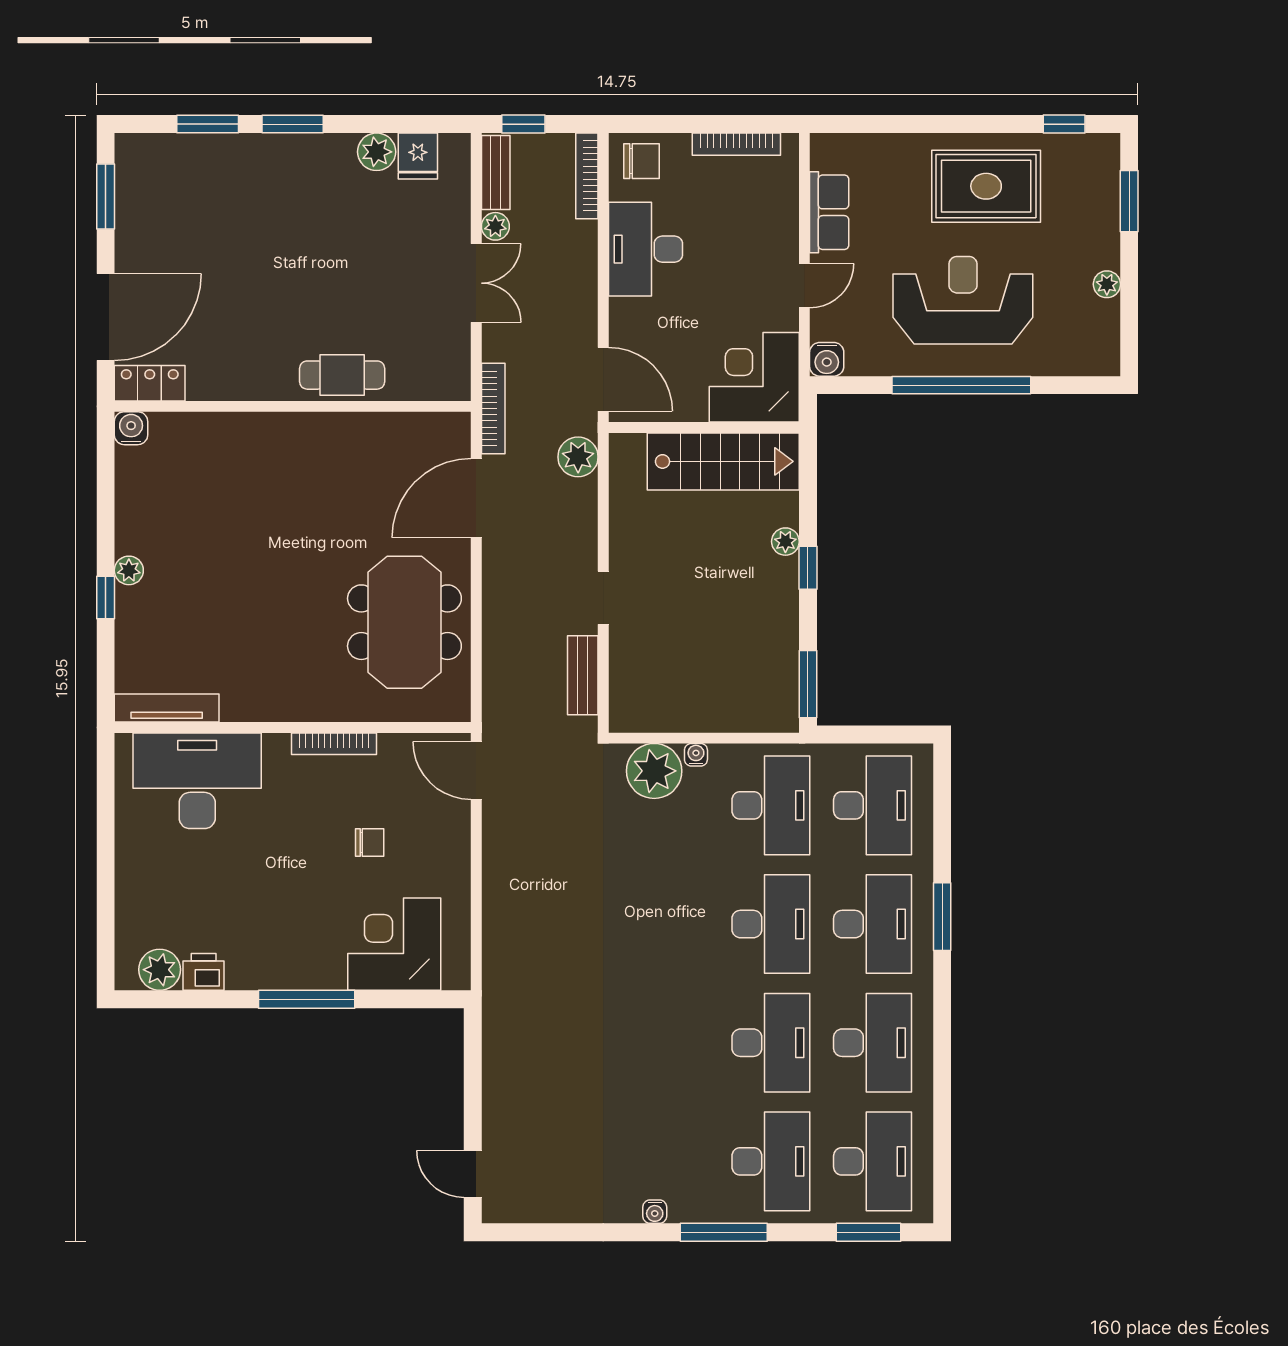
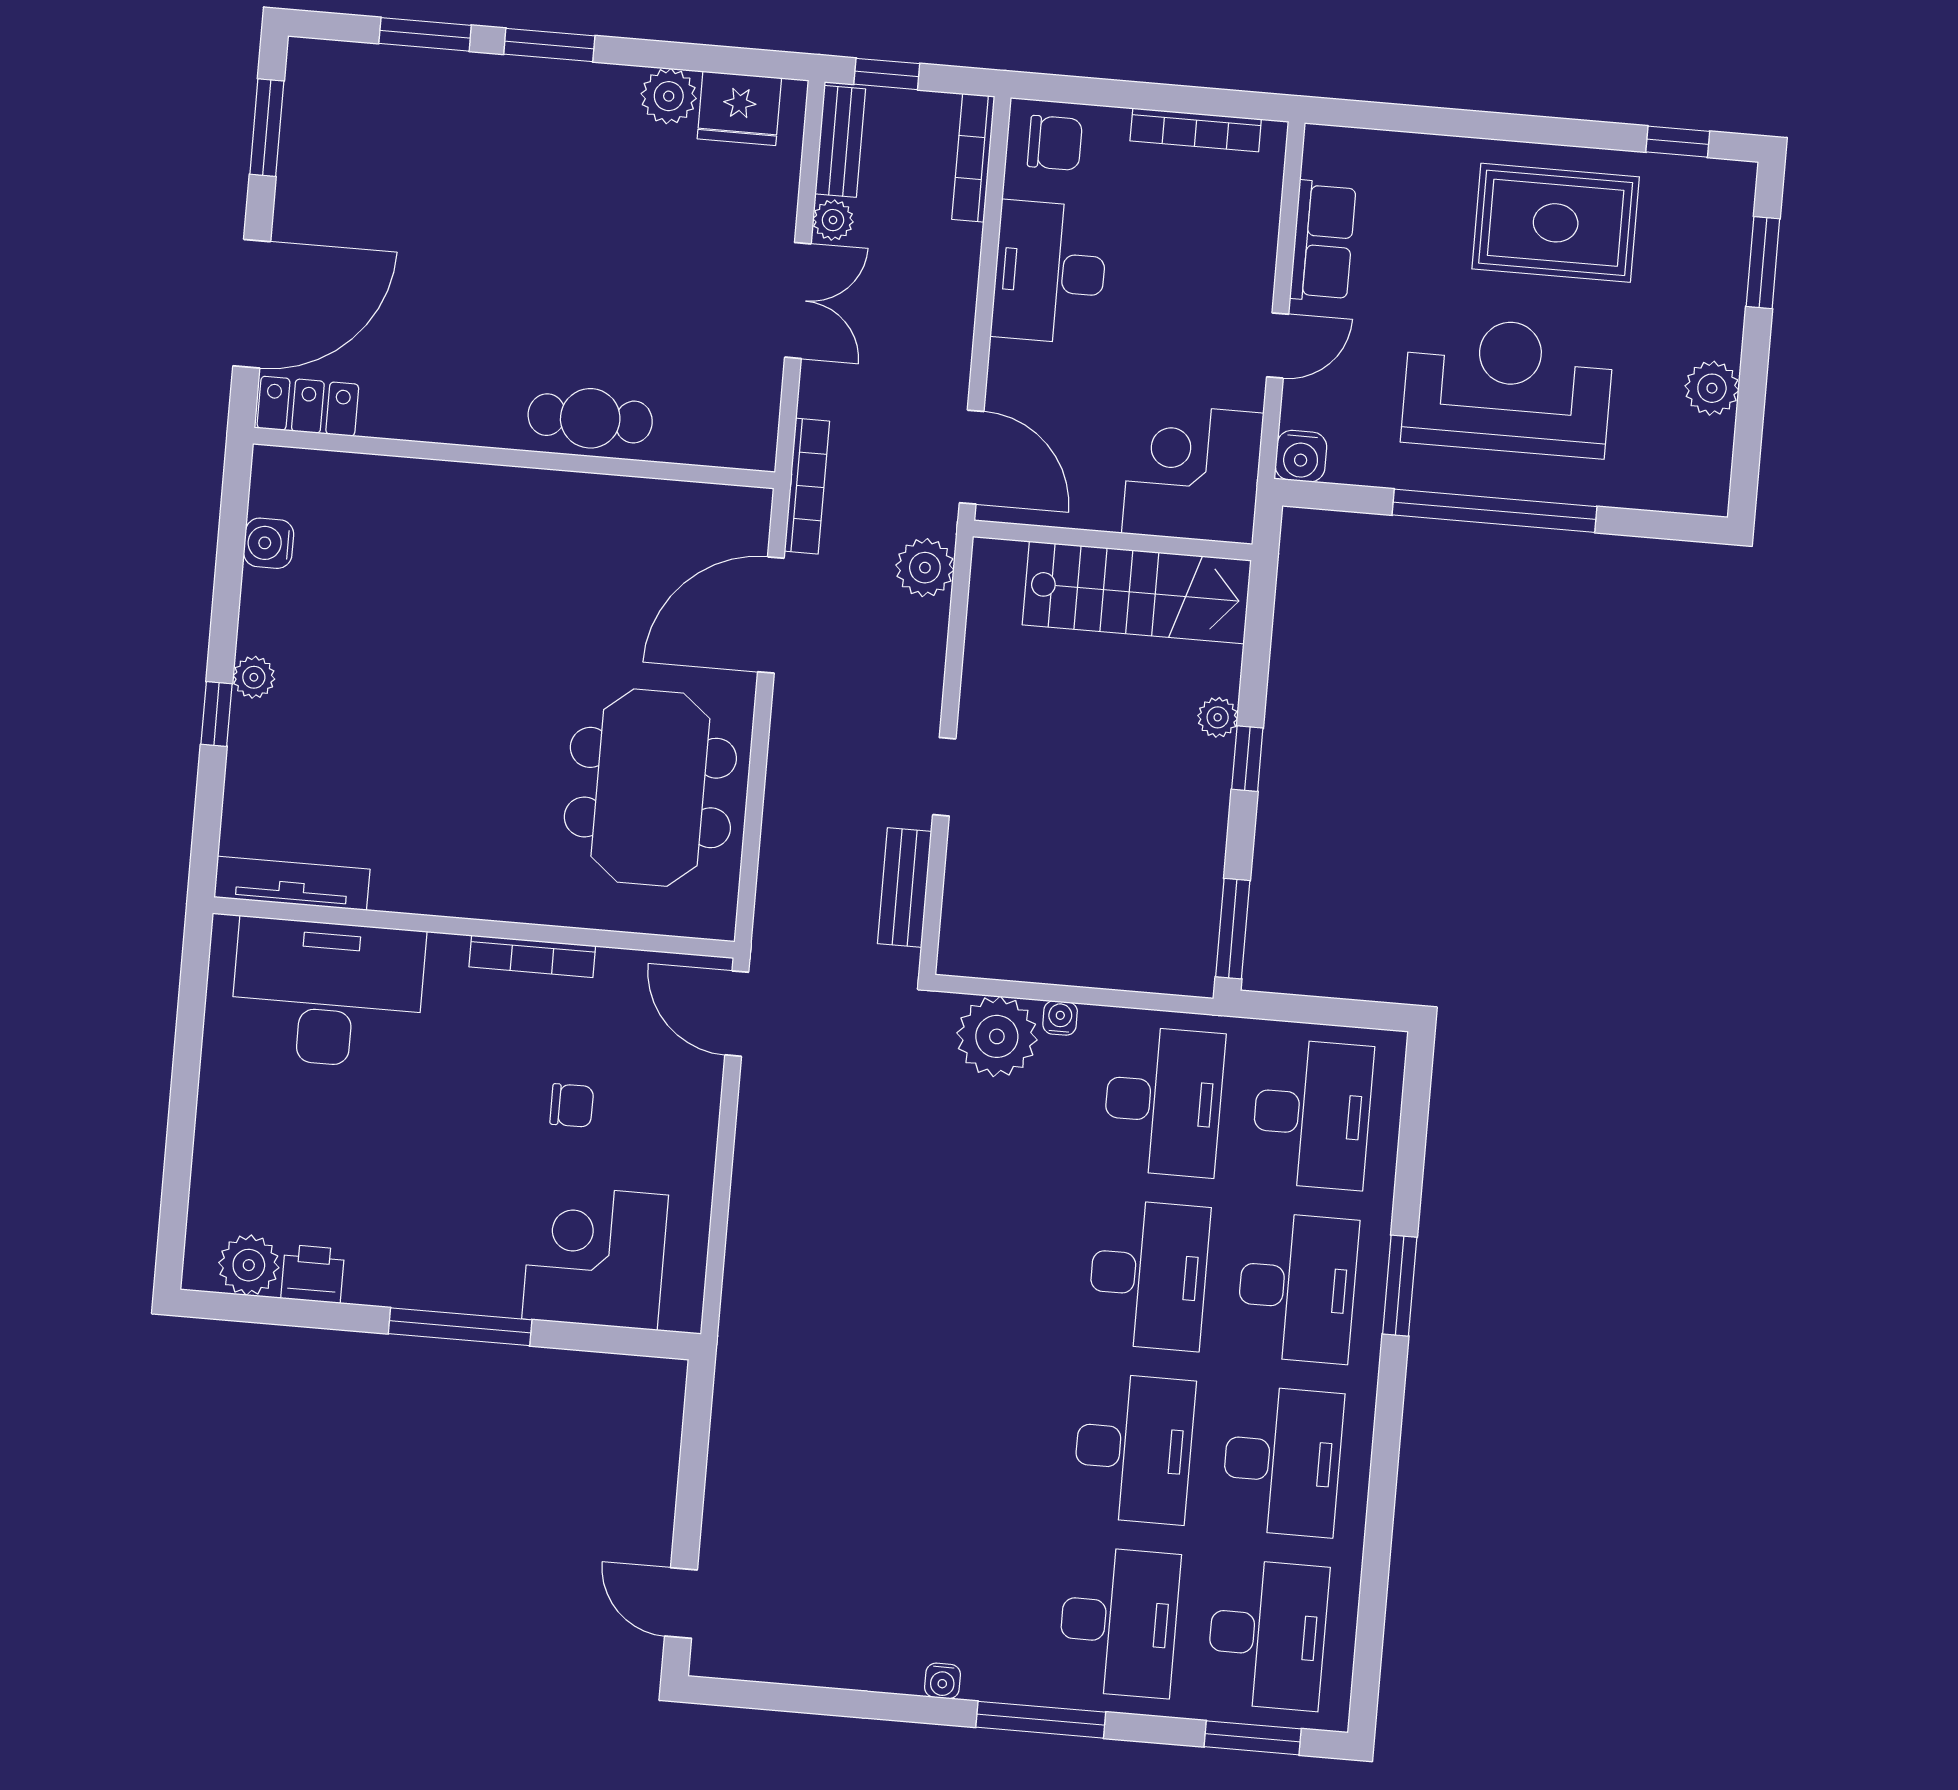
fridge: (418, 156) -> (739, 108), width x1.38
plant: (1107, 284) -> (1712, 388), width x1.38, depth x1.38
water cooler: (131, 428) -> (269, 543), moved, turned -90

